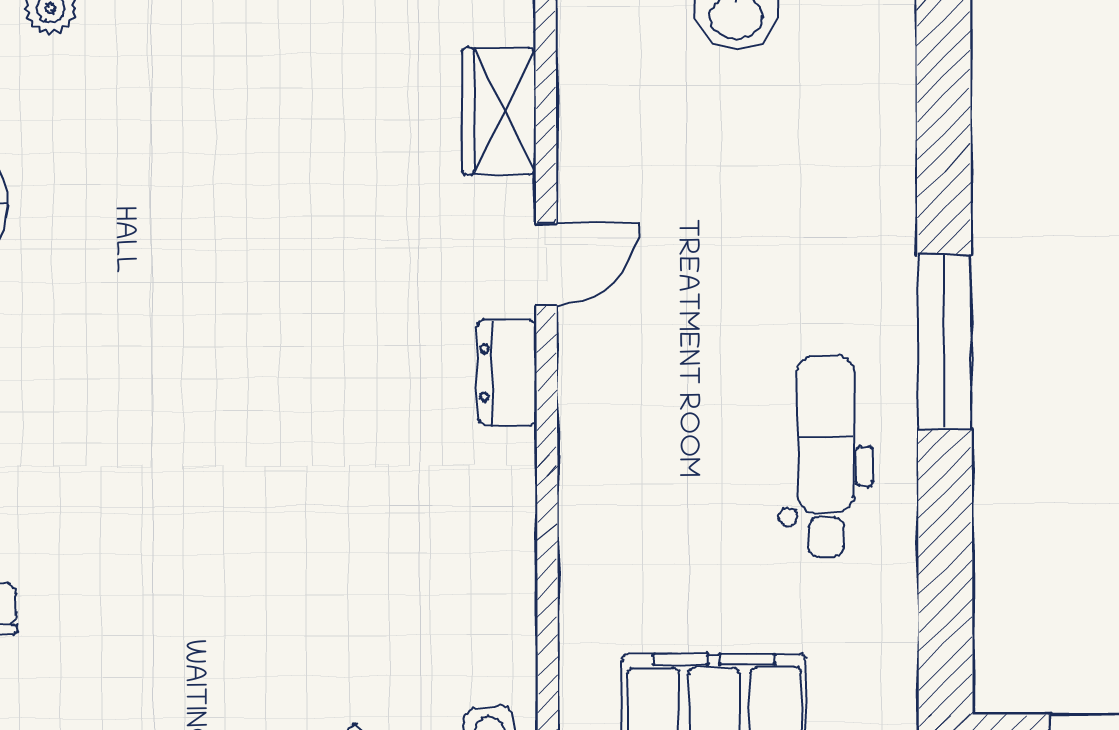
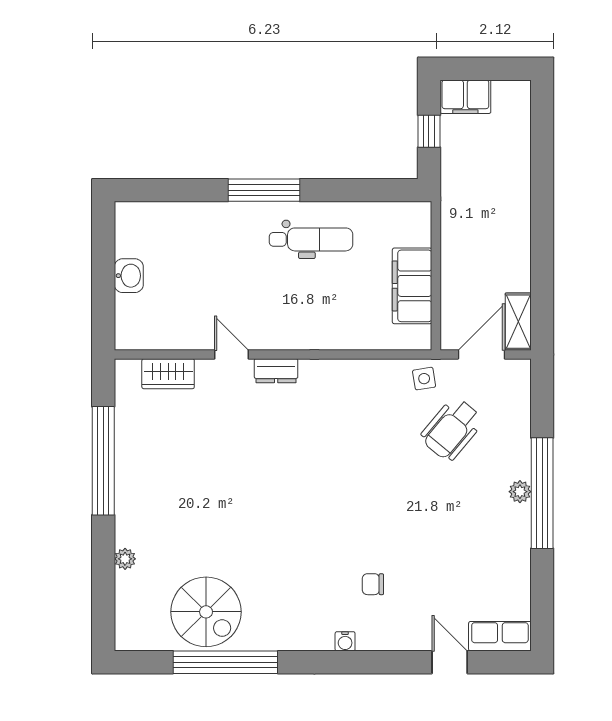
dental chair: (826, 456) -> (311, 239), turned 180

